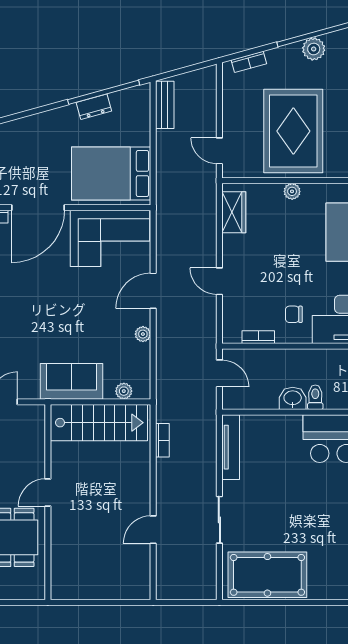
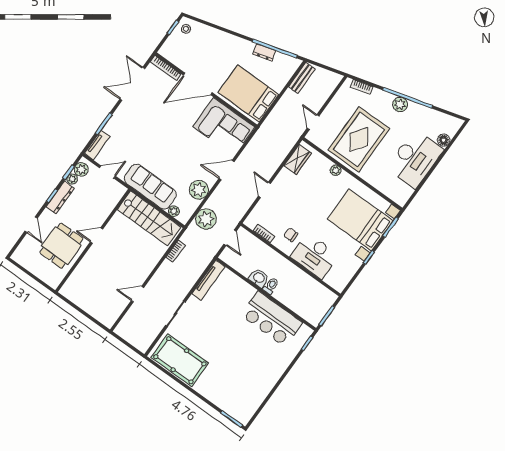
plant: (143, 334) -> (199, 190), width x1.88, depth x1.88
plant: (172, 372) -> (206, 219), added
sofa: (72, 381) -> (150, 187), width x1.36

